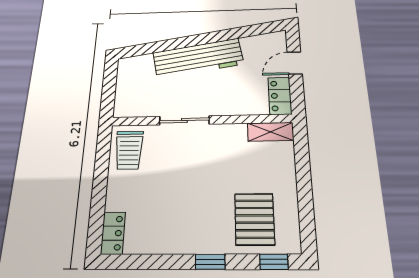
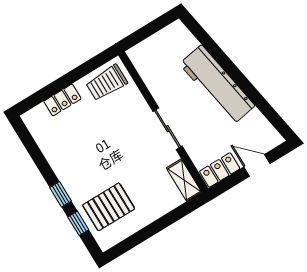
sliding door: (184, 120) -> (168, 129), moved
locker: (113, 233) -> (62, 100), moved
window: (274, 262) -> (78, 223), moved

